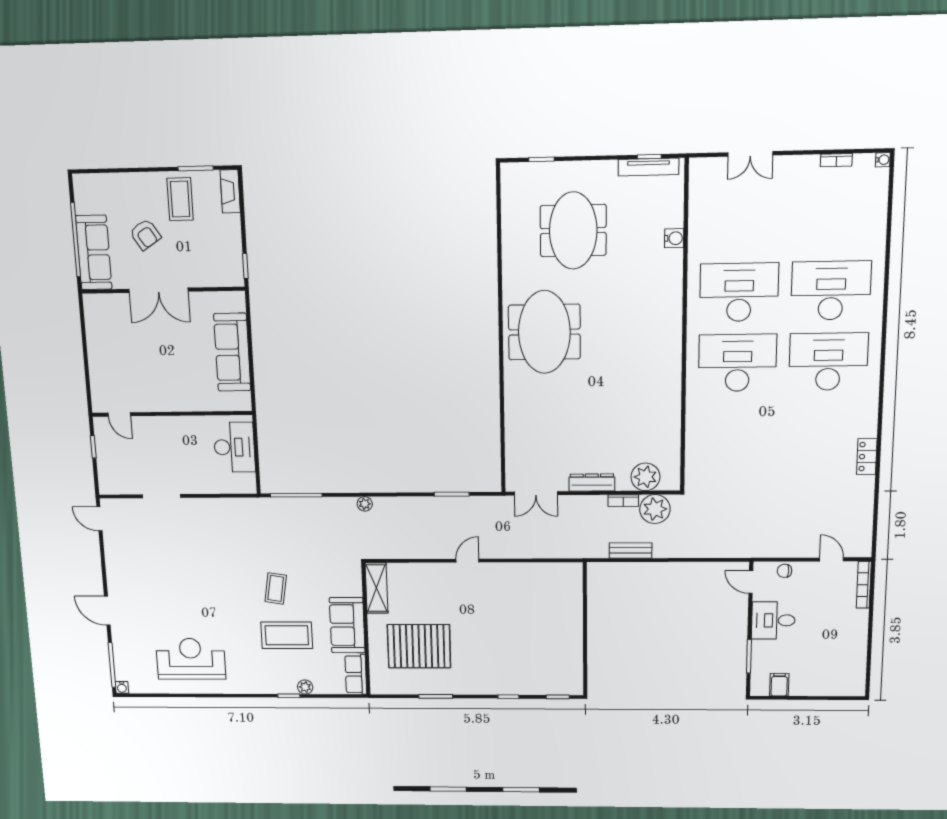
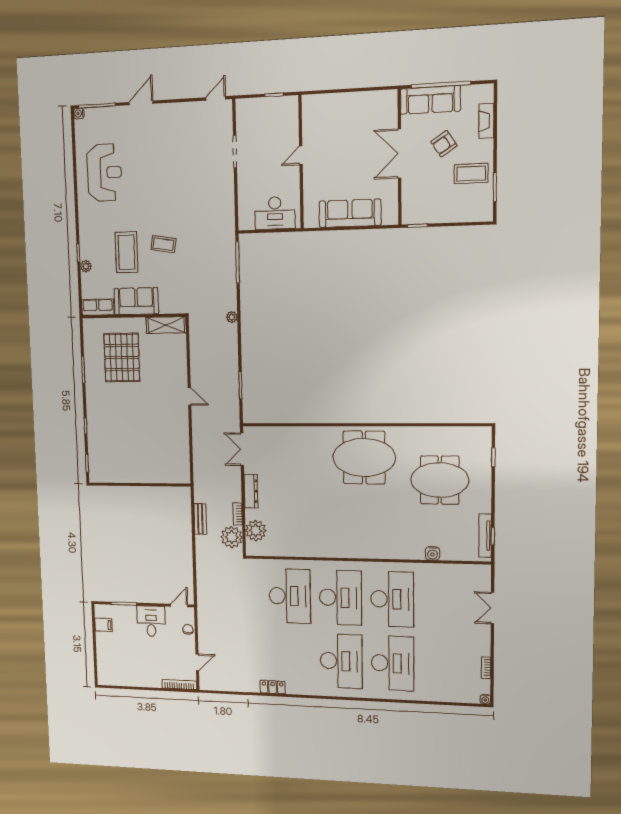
fireplace: (230, 191) -> (486, 121), moved, turned -90
door: (119, 414) -> (301, 155), moved
desk: (736, 432) -> (290, 596), added

